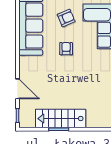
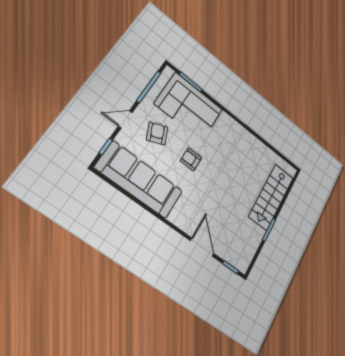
door: (17, 89) -> (202, 247), hinge flipped
stairs: (61, 119) -> (271, 197), moved

